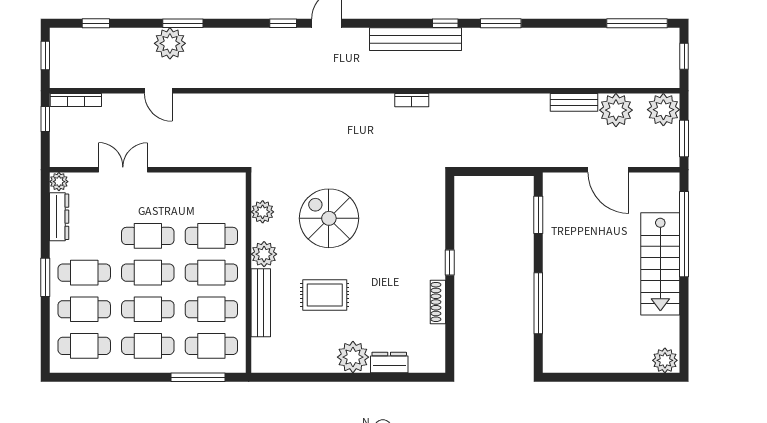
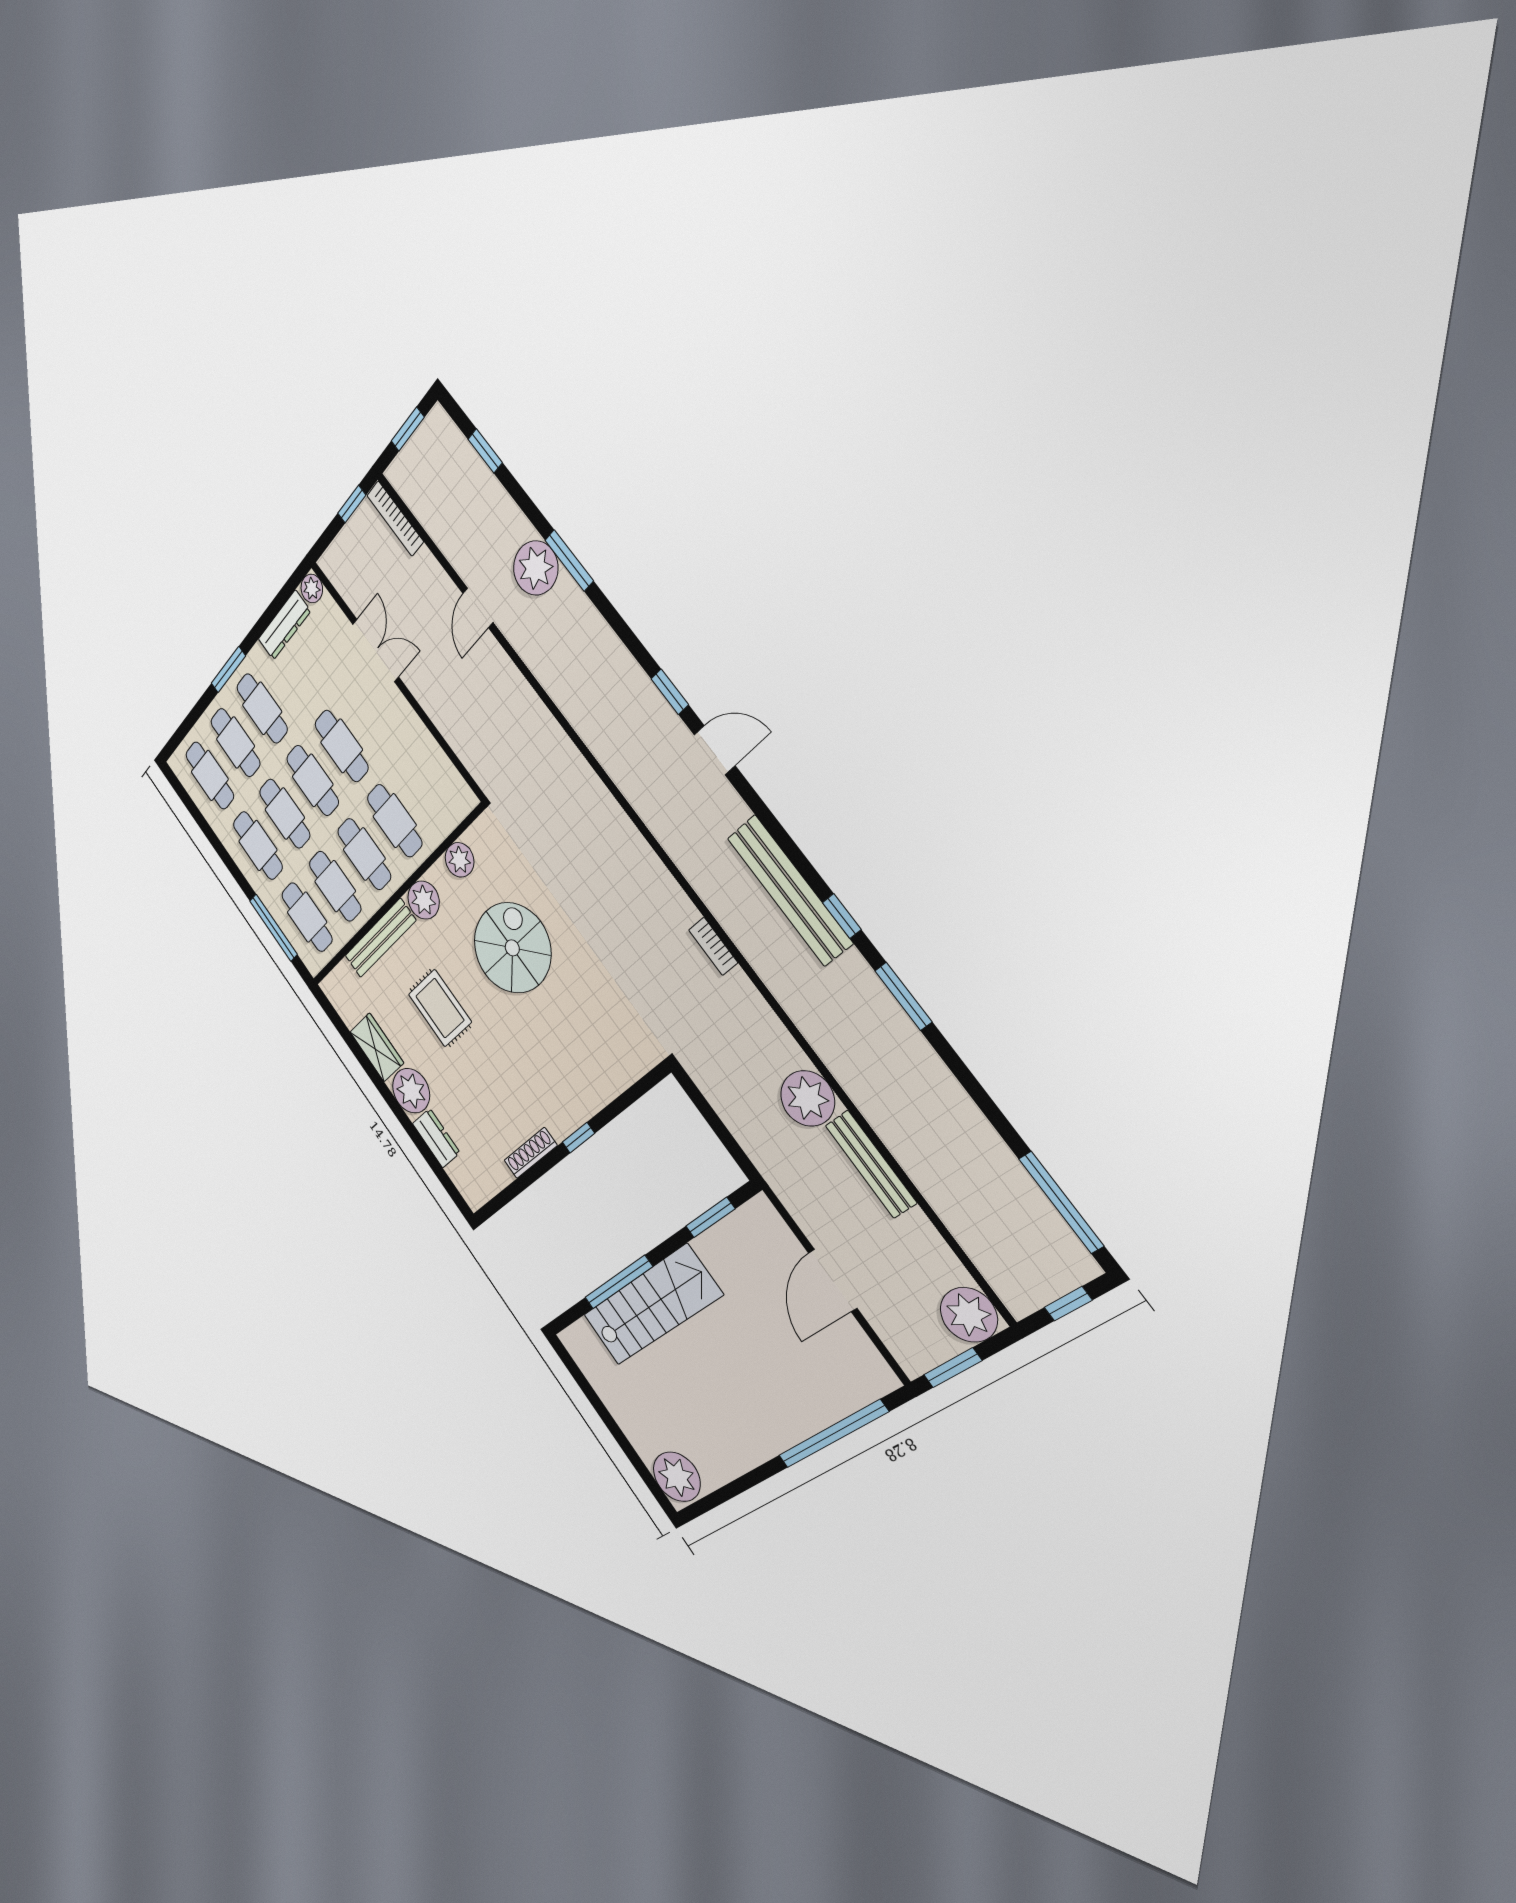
bench: (574, 102) -> (871, 1164), width x1.36
plant: (616, 110) -> (808, 1098), moved
stairs: (660, 264) -> (652, 1305), moved, turned 180
plant: (665, 360) -> (677, 1477), width x1.36, depth x1.36
wardrobe: (314, 361) -> (377, 1047), added

